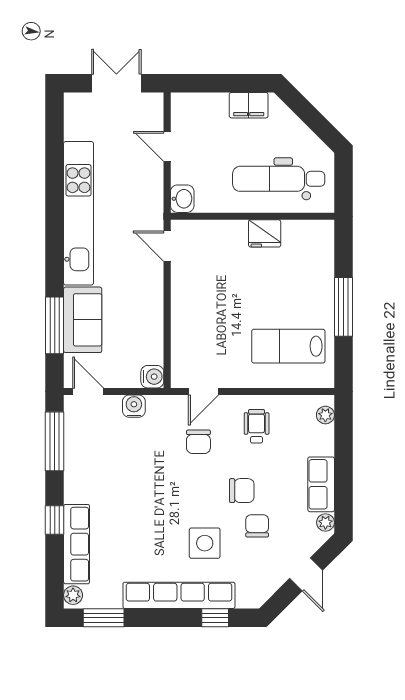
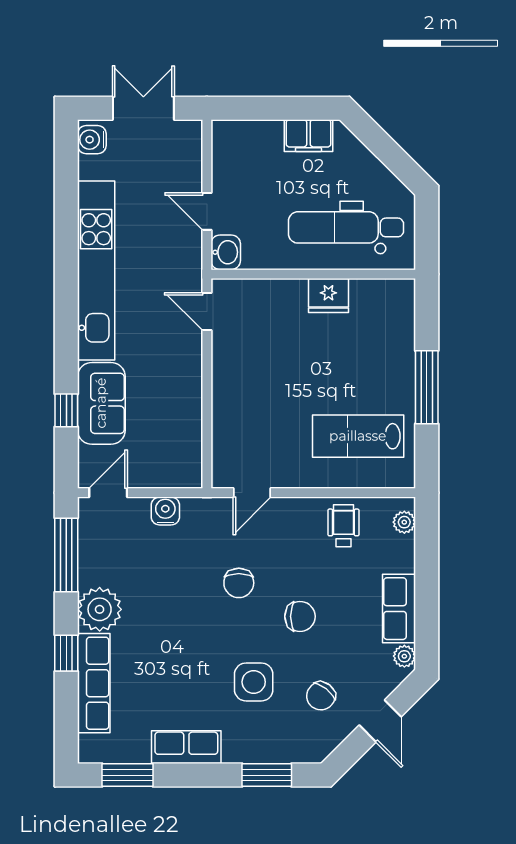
door: (167, 146) -> (207, 211), moved
window: (55, 325) -> (66, 410), width x0.46
water cooler: (152, 377) -> (92, 140), moved, turned 180
door: (88, 391) -> (108, 493), hinge flipped
wheelchair: (257, 426) -> (343, 526), moved
chair: (198, 442) -> (239, 583), moved
chair: (257, 526) -> (321, 696), moved, turned -142
plant: (73, 595) -> (100, 609), moved, width x1.88, depth x1.88
row of seats: (179, 595) -> (186, 747), width x0.50
window: (215, 618) -> (267, 775), width x1.50

